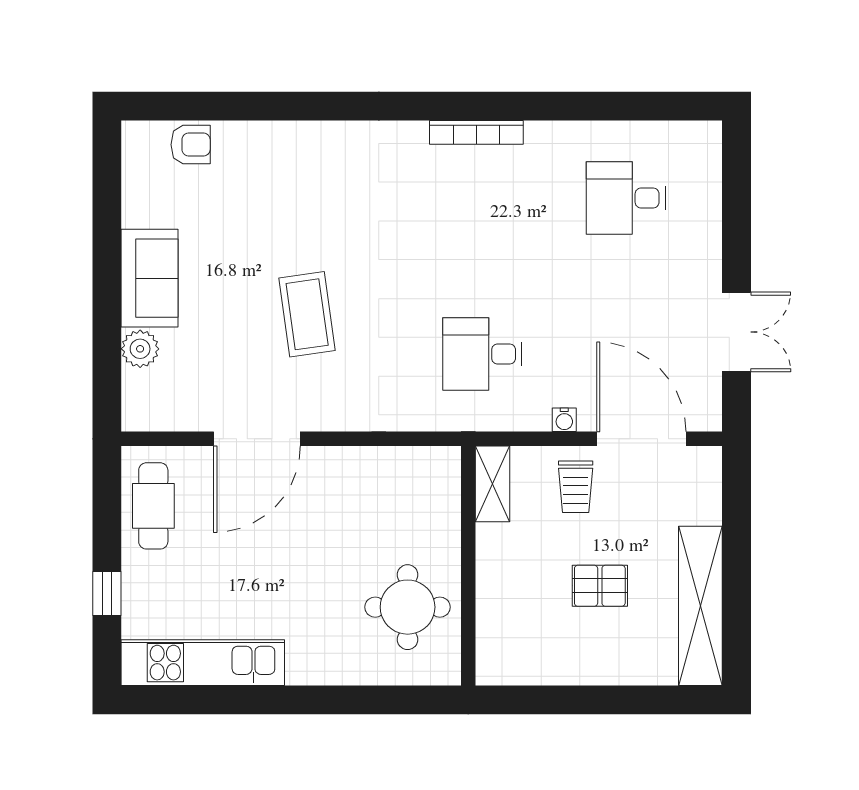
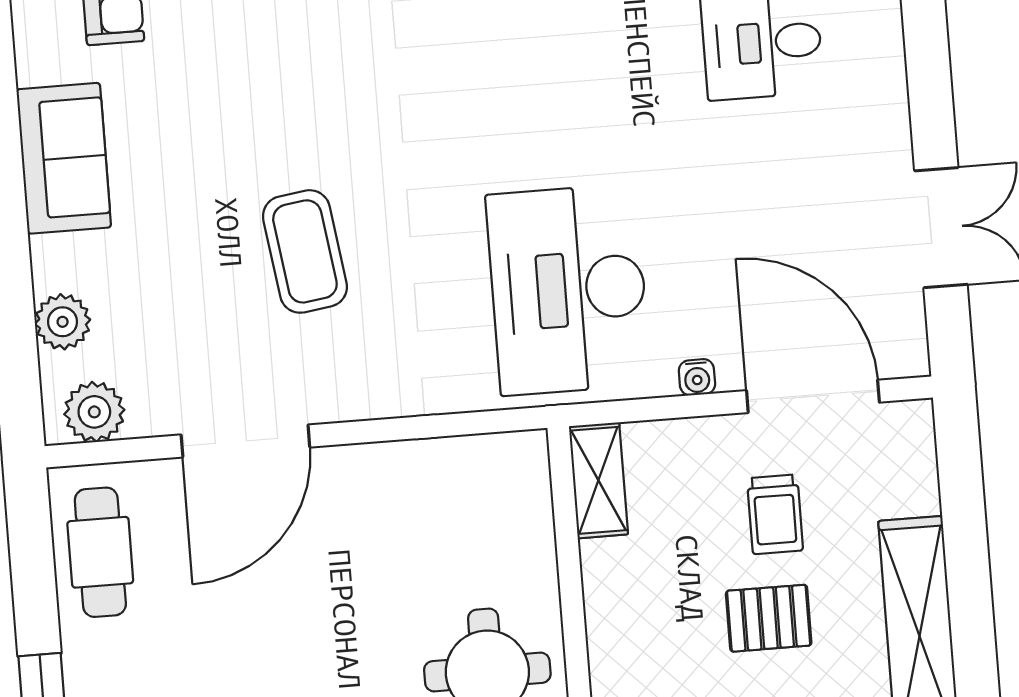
sofa: (150, 278) -> (64, 158), moved
desk: (482, 354) -> (568, 290), width x1.87, depth x1.30
plant: (157, 411) -> (94, 412), added
trolley: (576, 487) -> (775, 514), moved

